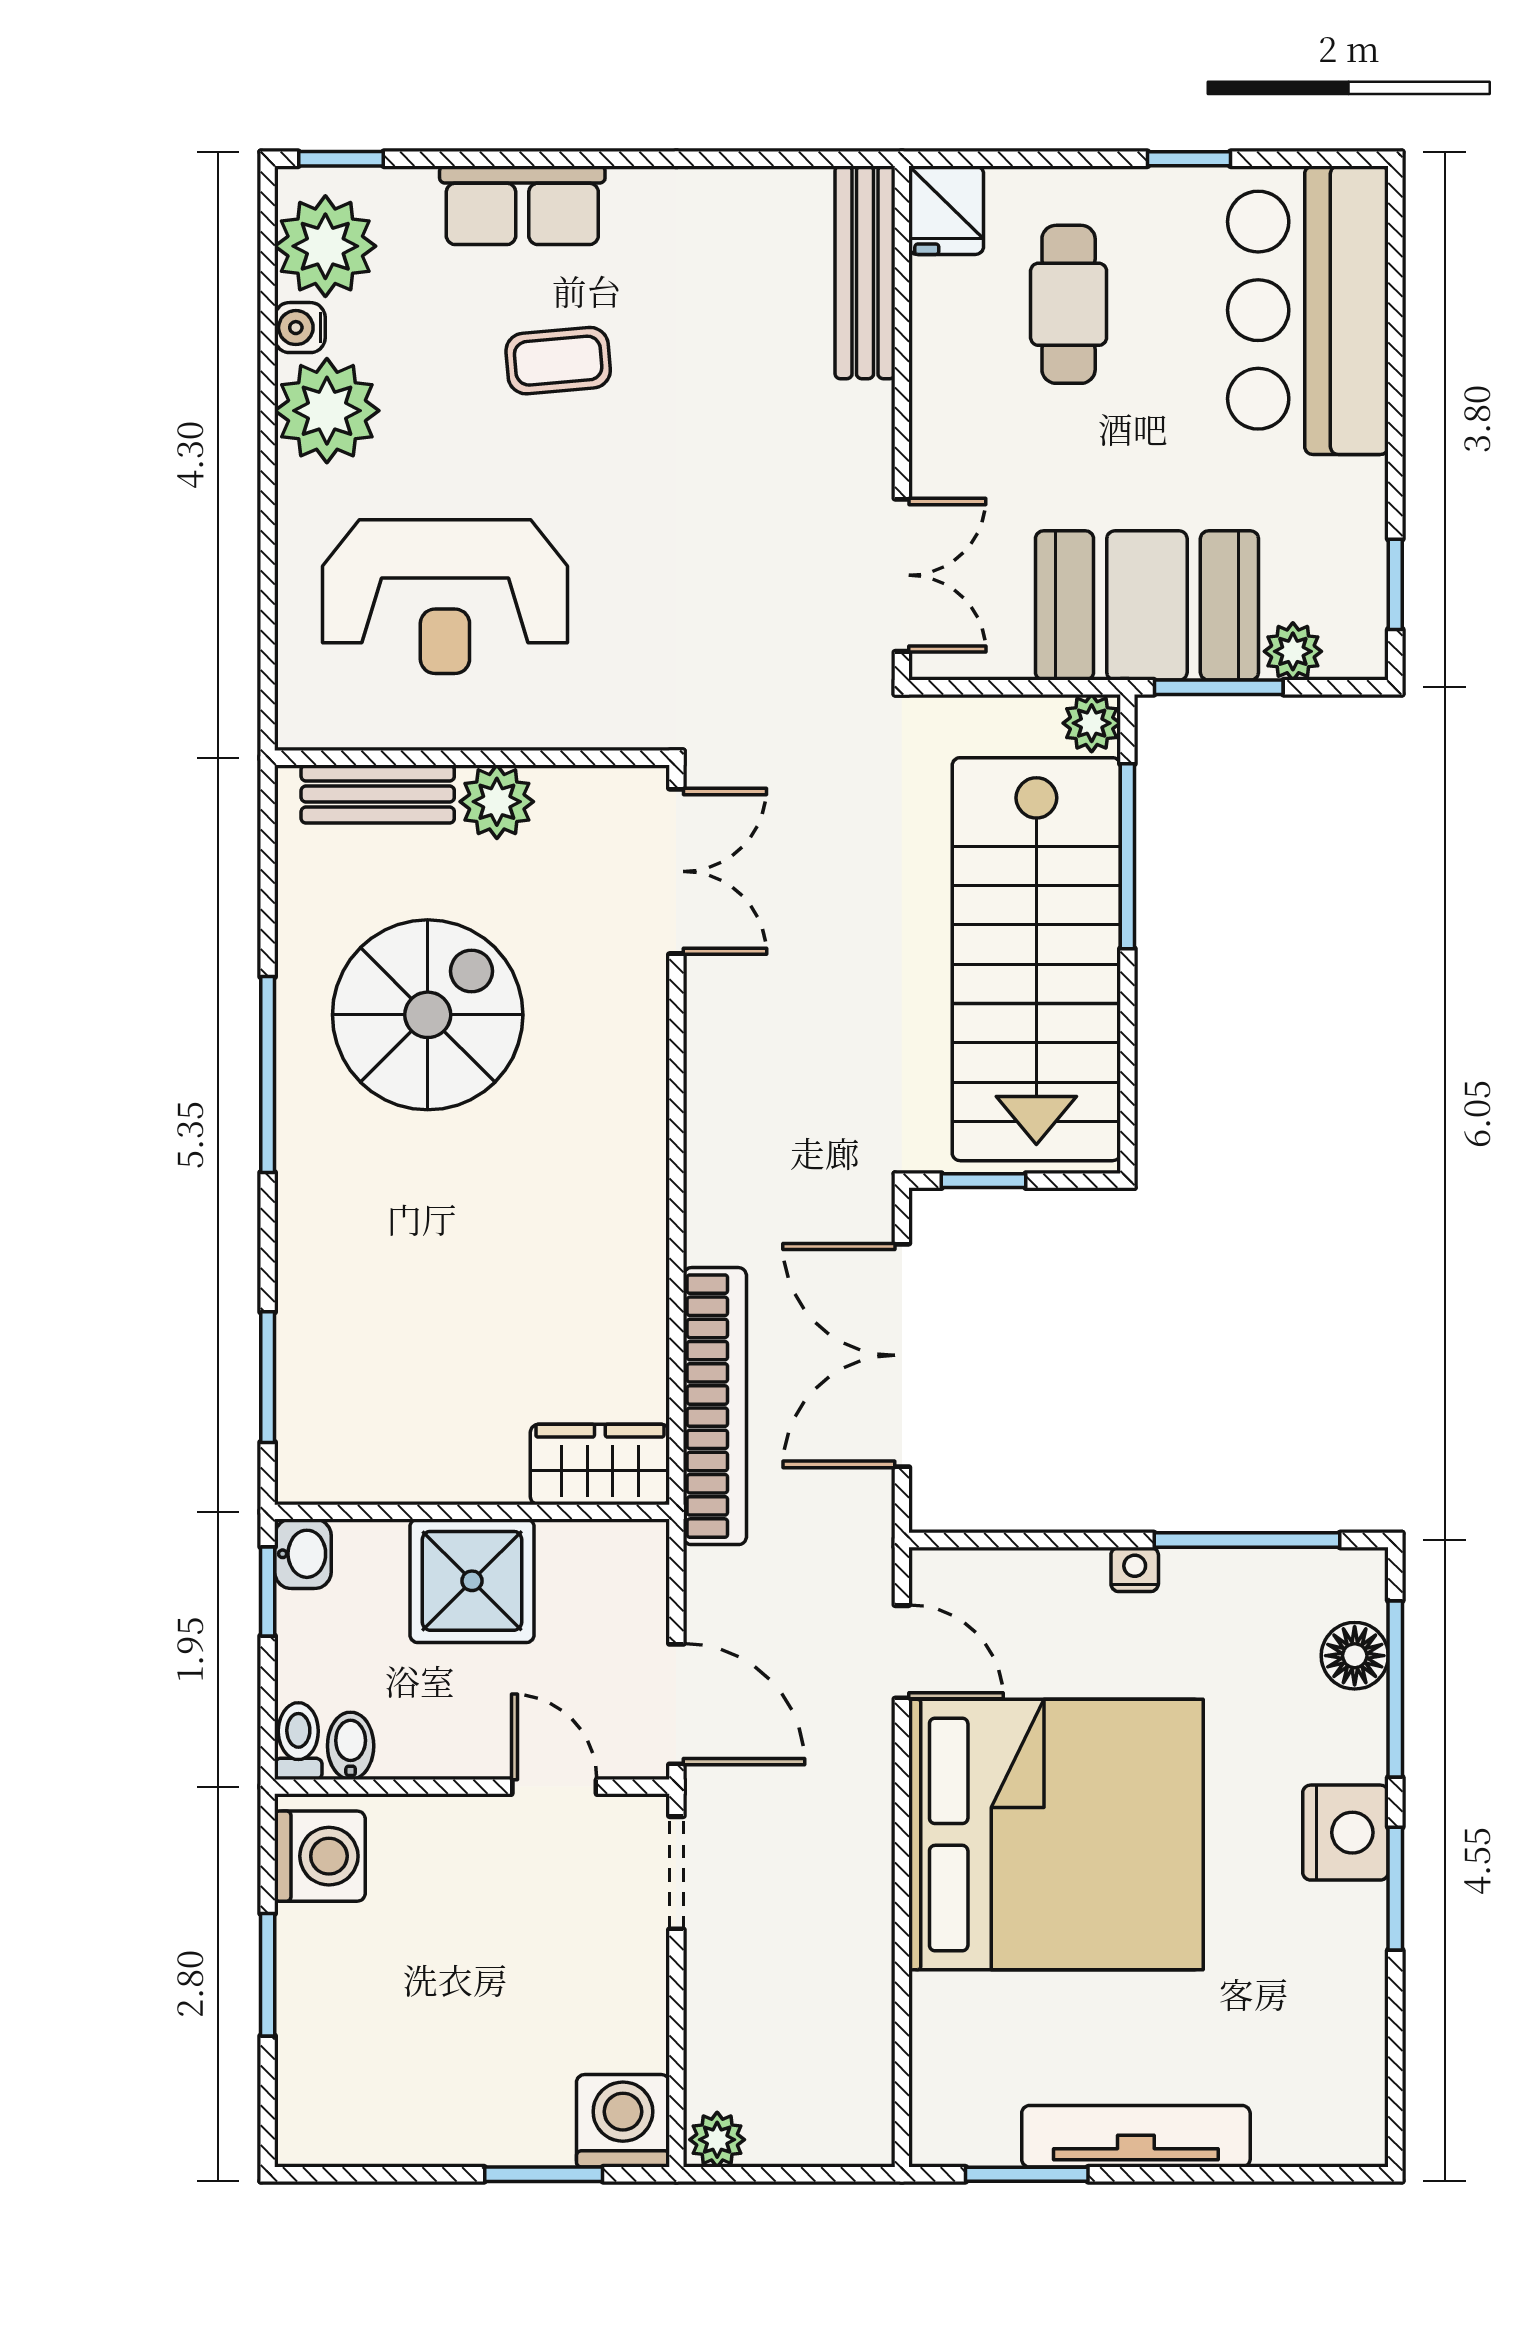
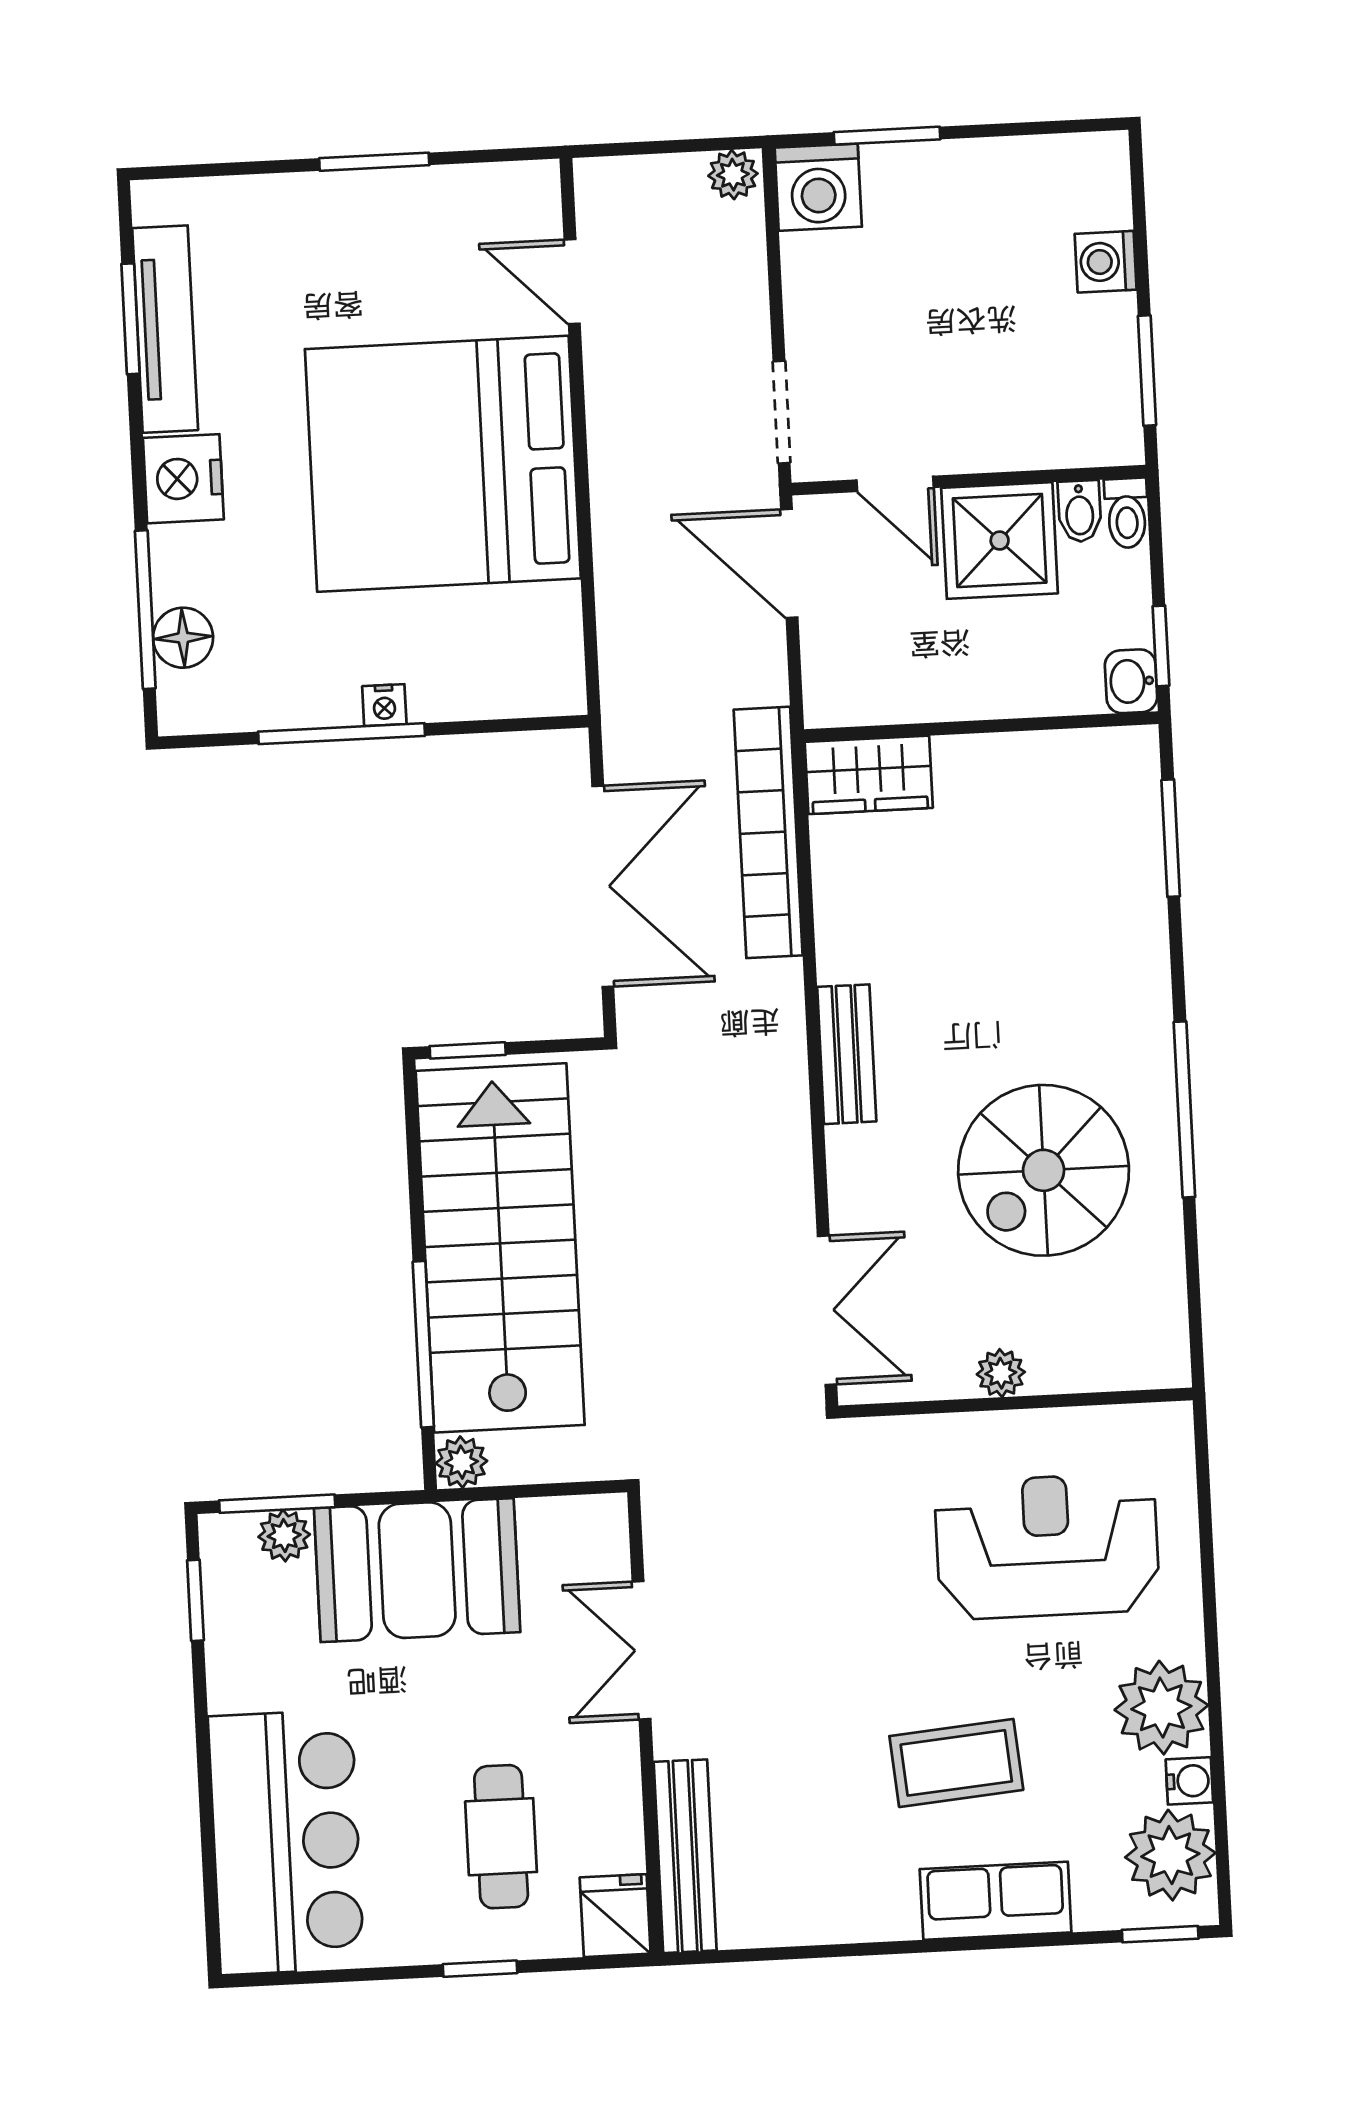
window: (1189, 159) -> (480, 1969), moved
coffee table: (558, 361) -> (956, 1763), width x1.36, depth x1.30
double door: (902, 575) -> (642, 1650), moved
window: (1219, 687) -> (277, 1504), moved
bench: (378, 794) -> (847, 1054), moved, turned 90
plant: (497, 802) -> (1001, 1373), width x0.73, depth x0.73
double door: (676, 871) -> (827, 1310), swing flipped
window: (984, 1181) -> (468, 1050), moved
window: (1247, 1540) -> (342, 734), moved
shower: (472, 1581) -> (1000, 541), moved
door: (902, 1652) -> (572, 282), moved
washing machine: (320, 1856) -> (1106, 262), moved, width x0.73, depth x0.73
window: (1395, 1889) -> (130, 319), moved
window: (268, 1975) -> (1147, 371), moved
tv unit: (1136, 2136) -> (165, 329), moved, turned -90
window: (1027, 2174) -> (374, 162), moved

